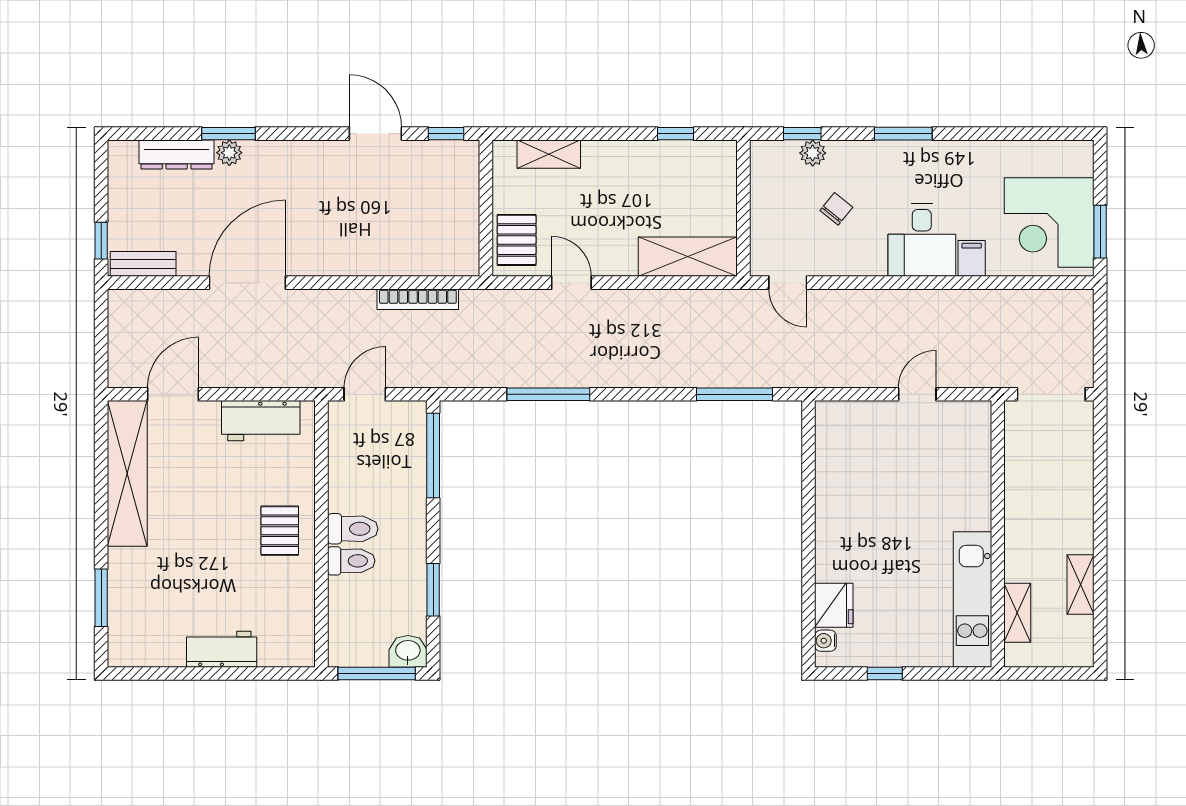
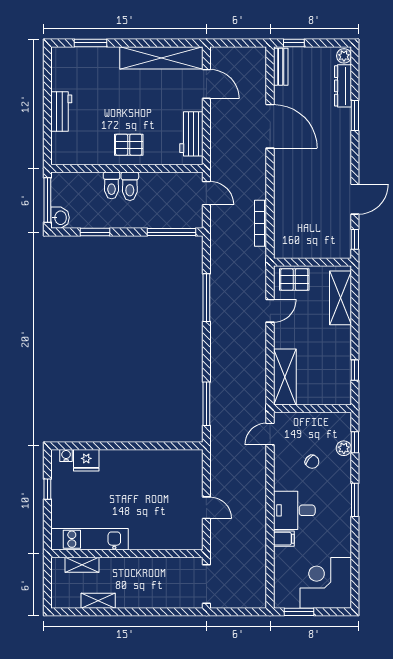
plant: (229, 153) -> (344, 56), moved
shelving: (549, 154) -> (340, 298), width x1.50, depth x1.33
corner desk: (1049, 223) -> (326, 583), moved

